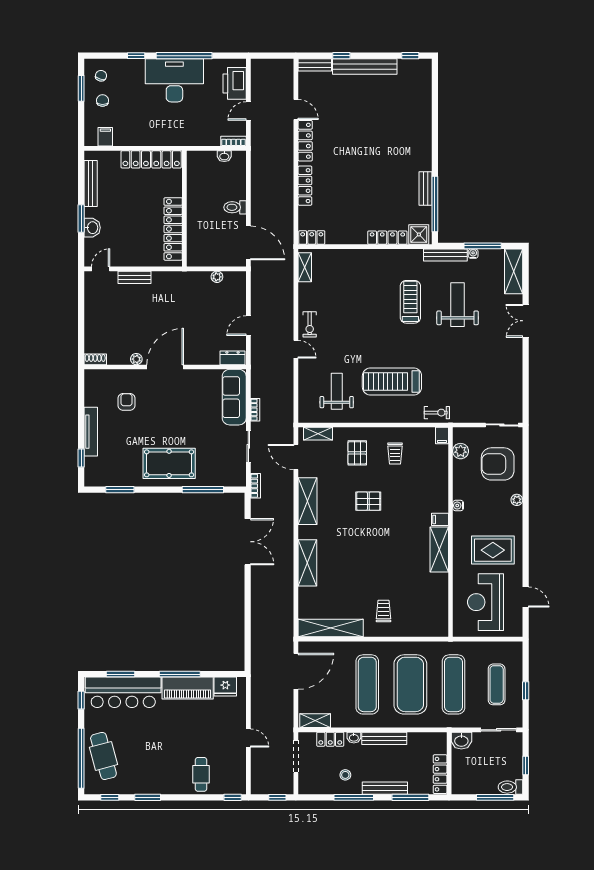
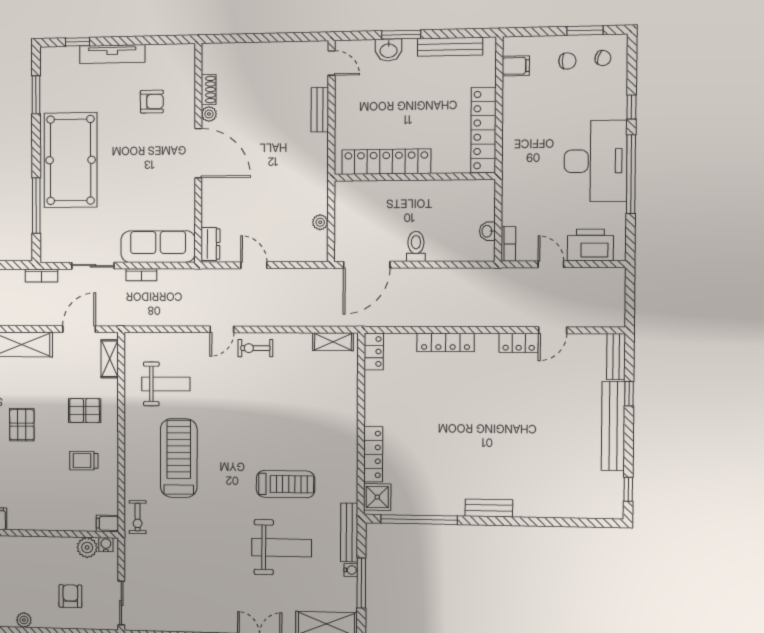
locker: (305, 141) -> (519, 343), width x0.66
bench: (425, 189) -> (489, 508), moved
shoe rack: (95, 359) -> (209, 90), moved
pool table: (169, 463) -> (71, 160), width x1.36, depth x1.32
armchair: (498, 464) -> (70, 596), width x0.53, depth x0.53
water cooler: (458, 506) -> (106, 545), moved

